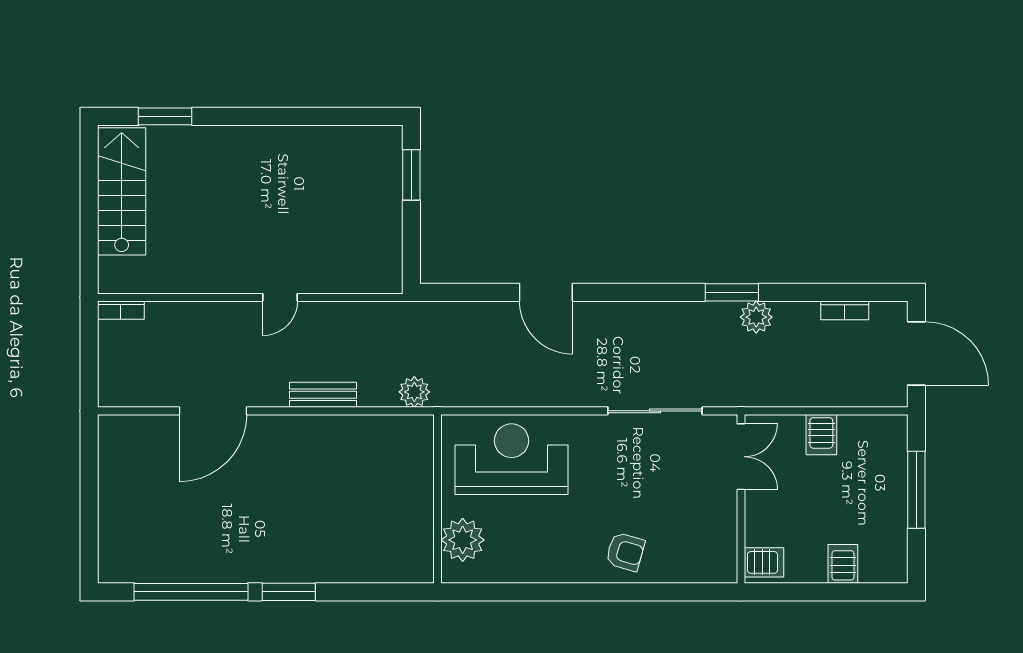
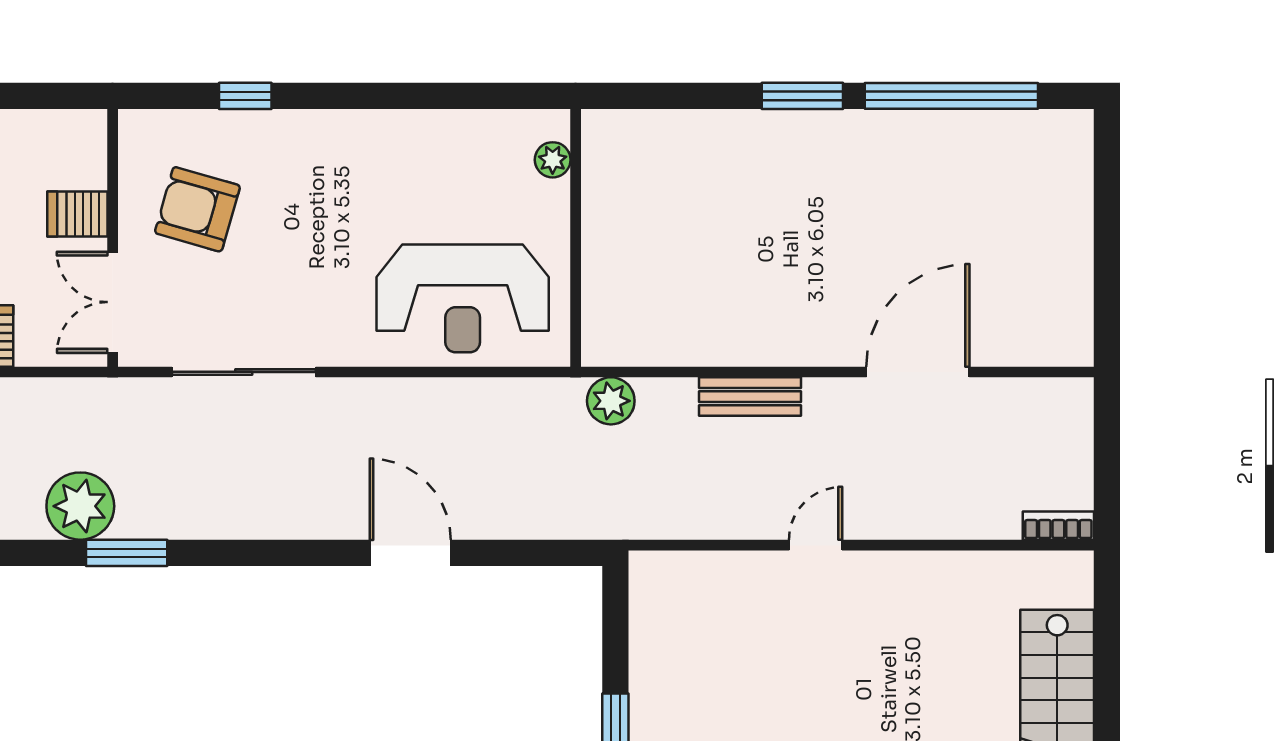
plant: (756, 317) -> (80, 506), width x1.36, depth x1.36
plant: (463, 540) -> (553, 160), width x0.53, depth x0.53
armchair: (625, 552) -> (197, 209), moved, width x1.38, depth x1.38
server rack: (764, 562) -> (77, 214), moved
window: (654, 592) -> (245, 96), added

